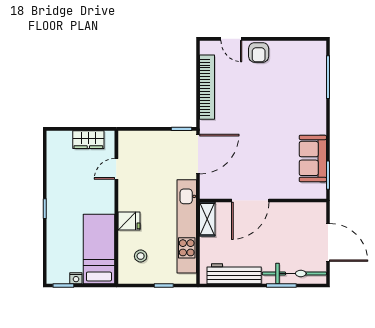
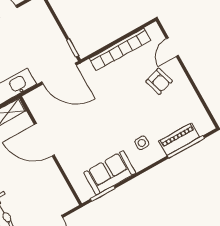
armchair: (259, 52) -> (159, 81), moved, turned -107
piano: (318, 79) -> (179, 139), added
side table: (302, 115) -> (142, 143), added

